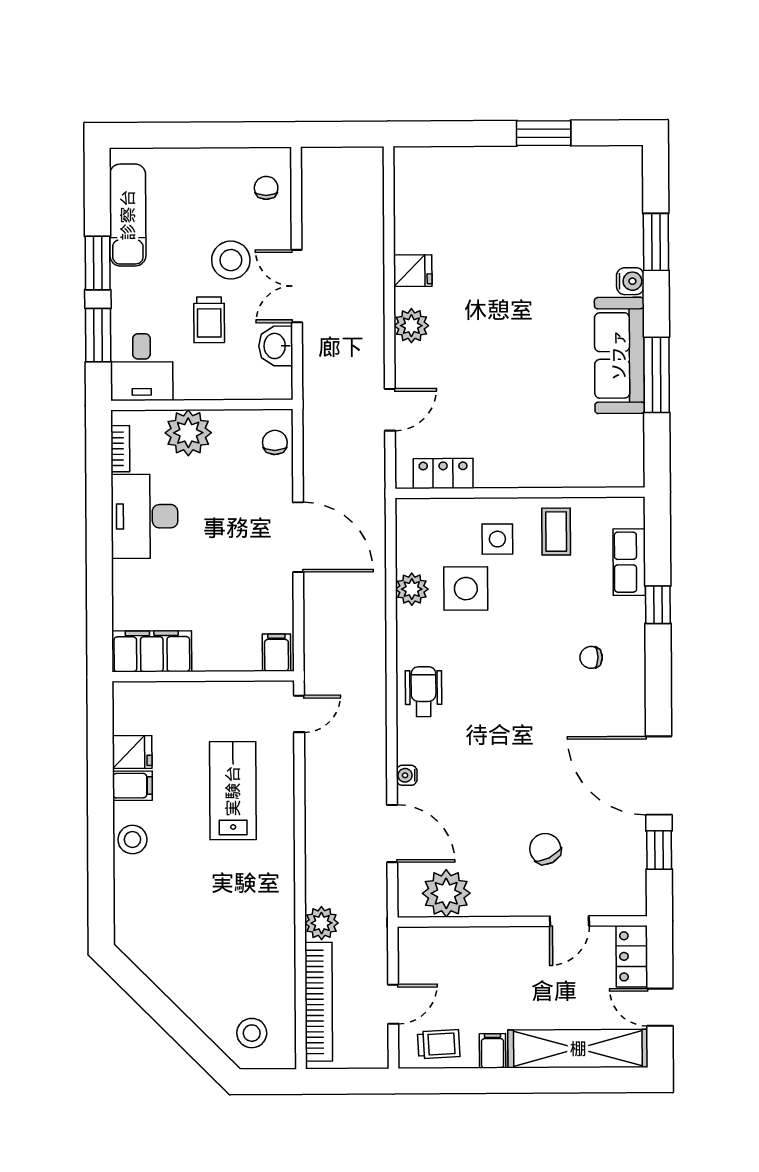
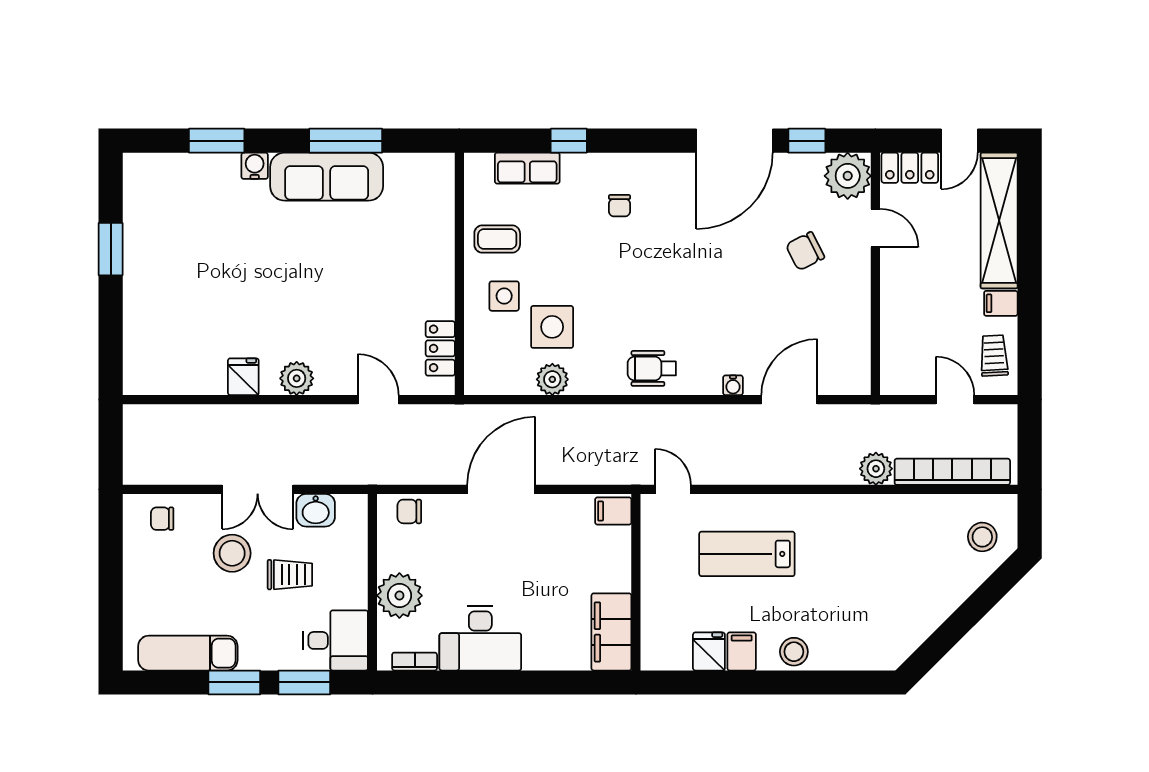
plant: (446, 893) -> (848, 176), moved

